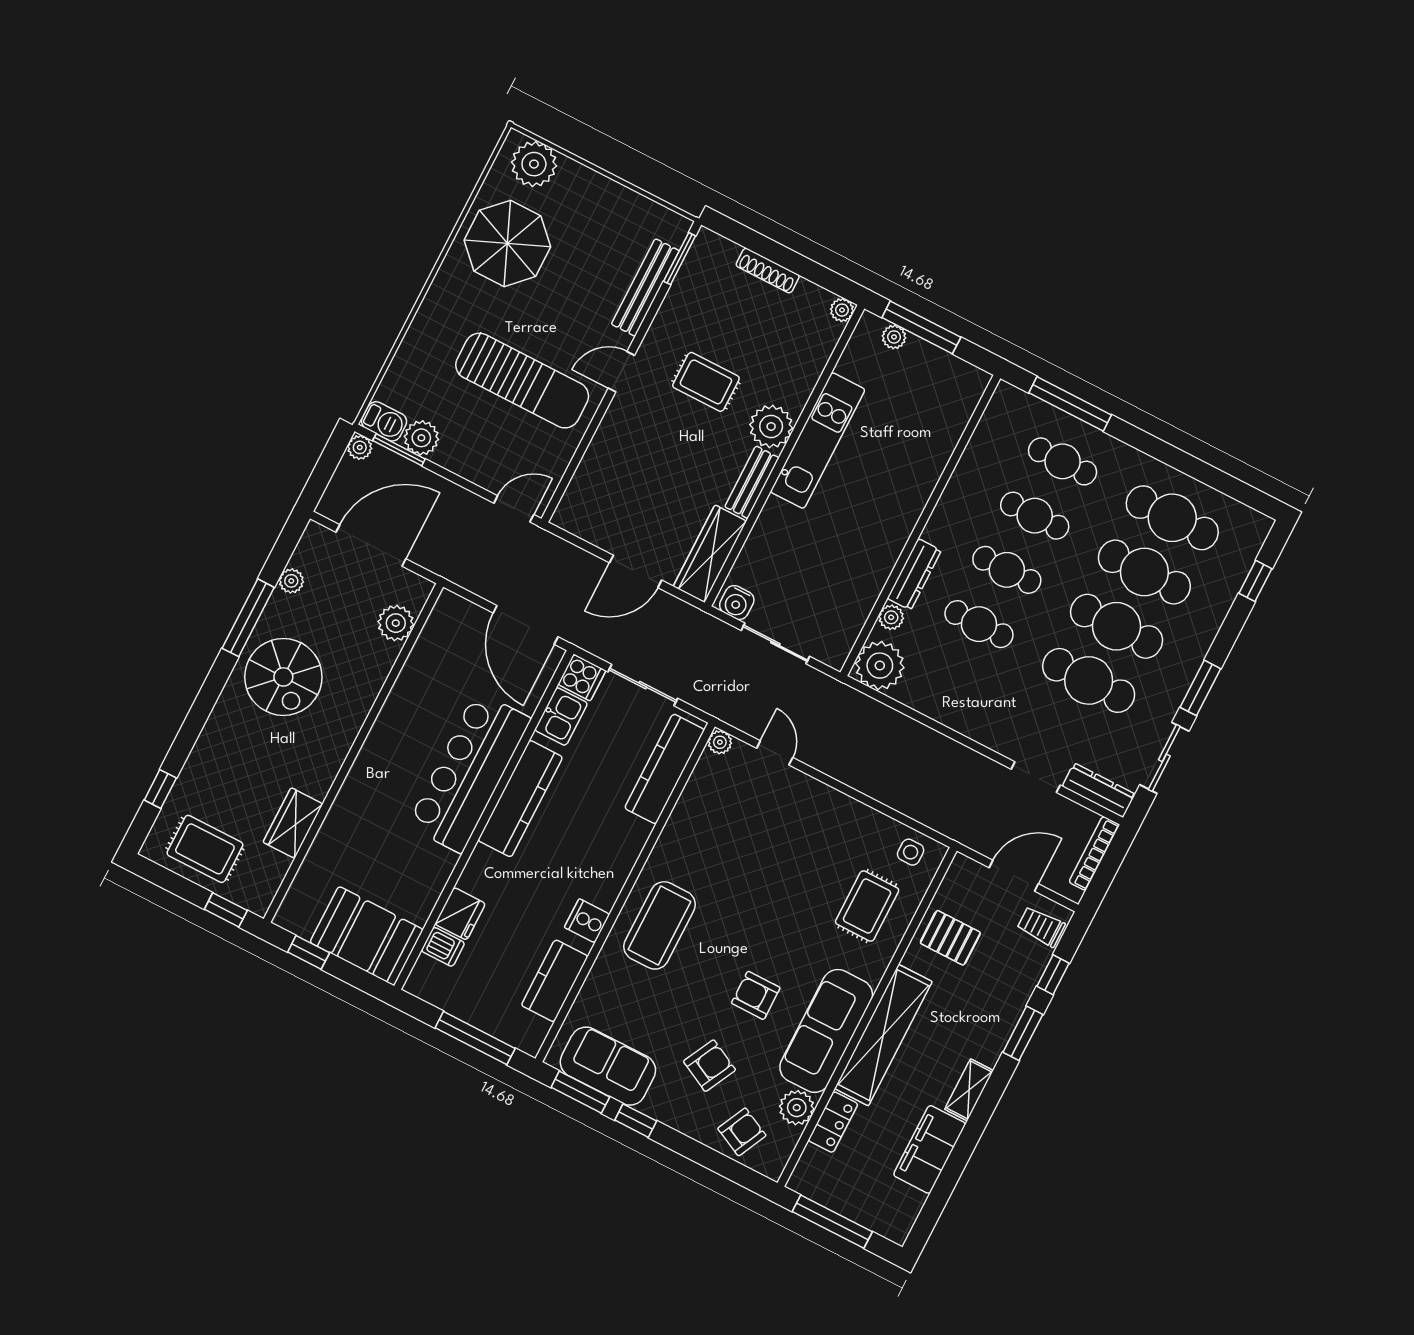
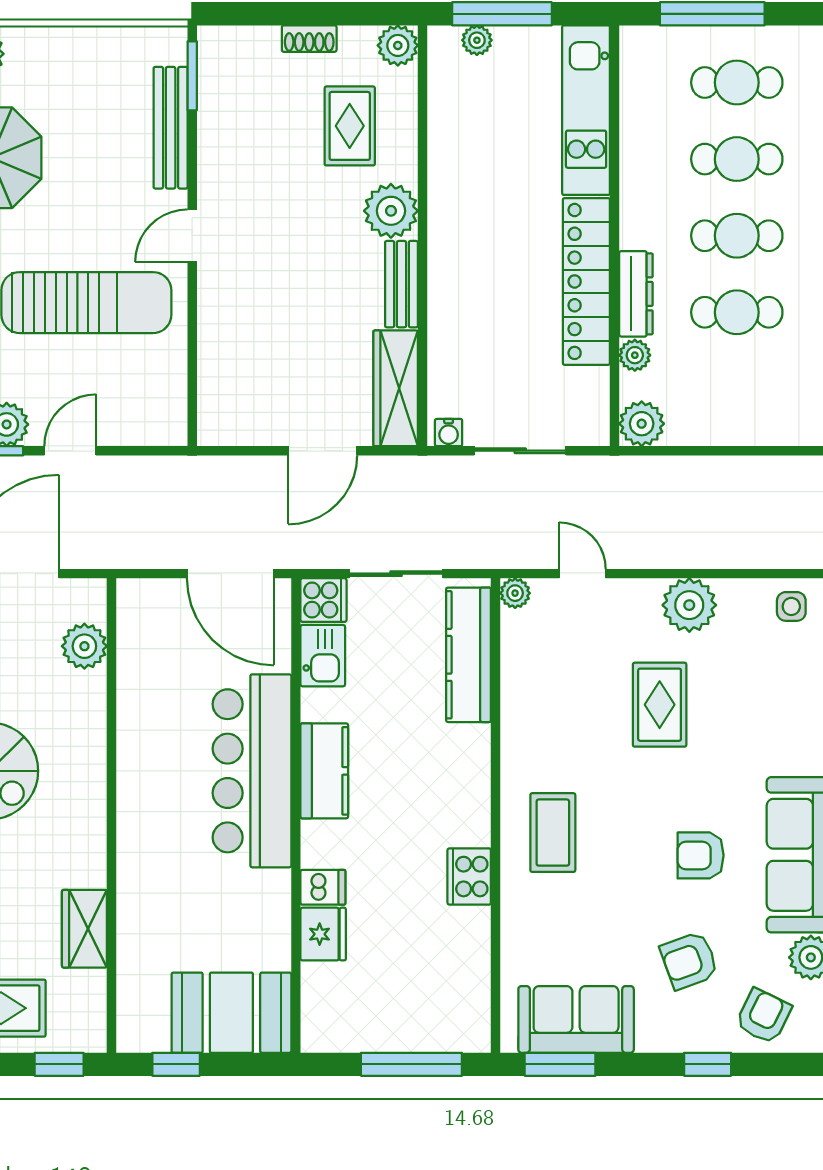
shoe rack: (768, 271) -> (309, 39), width x0.70
plant: (842, 310) -> (398, 45), width x1.38, depth x1.38
rug: (706, 382) -> (350, 126), moved, turned 90
kitchen unit: (818, 441) -> (586, 110), moved, turned 180
door: (514, 509) -> (70, 451), moved
locker: (884, 548) -> (586, 281), added
water cooler: (737, 603) -> (449, 433), width x0.72, depth x0.72
plant: (880, 666) -> (642, 424), width x0.73, depth x0.73
kitchen counter: (520, 799) -> (324, 771), width x0.67
plant: (839, 814) -> (689, 605), added
rug: (867, 906) -> (660, 705), moved
cooker: (587, 921) -> (469, 877), width x1.36
coffee table: (660, 925) -> (553, 833), width x0.73, depth x0.76
dishwasher: (443, 947) -> (323, 887), moved
kitchen counter: (555, 981) -> (467, 955), removed
armchair: (709, 1066) -> (689, 961), turned -137
window: (636, 1121) -> (708, 1064), moved

